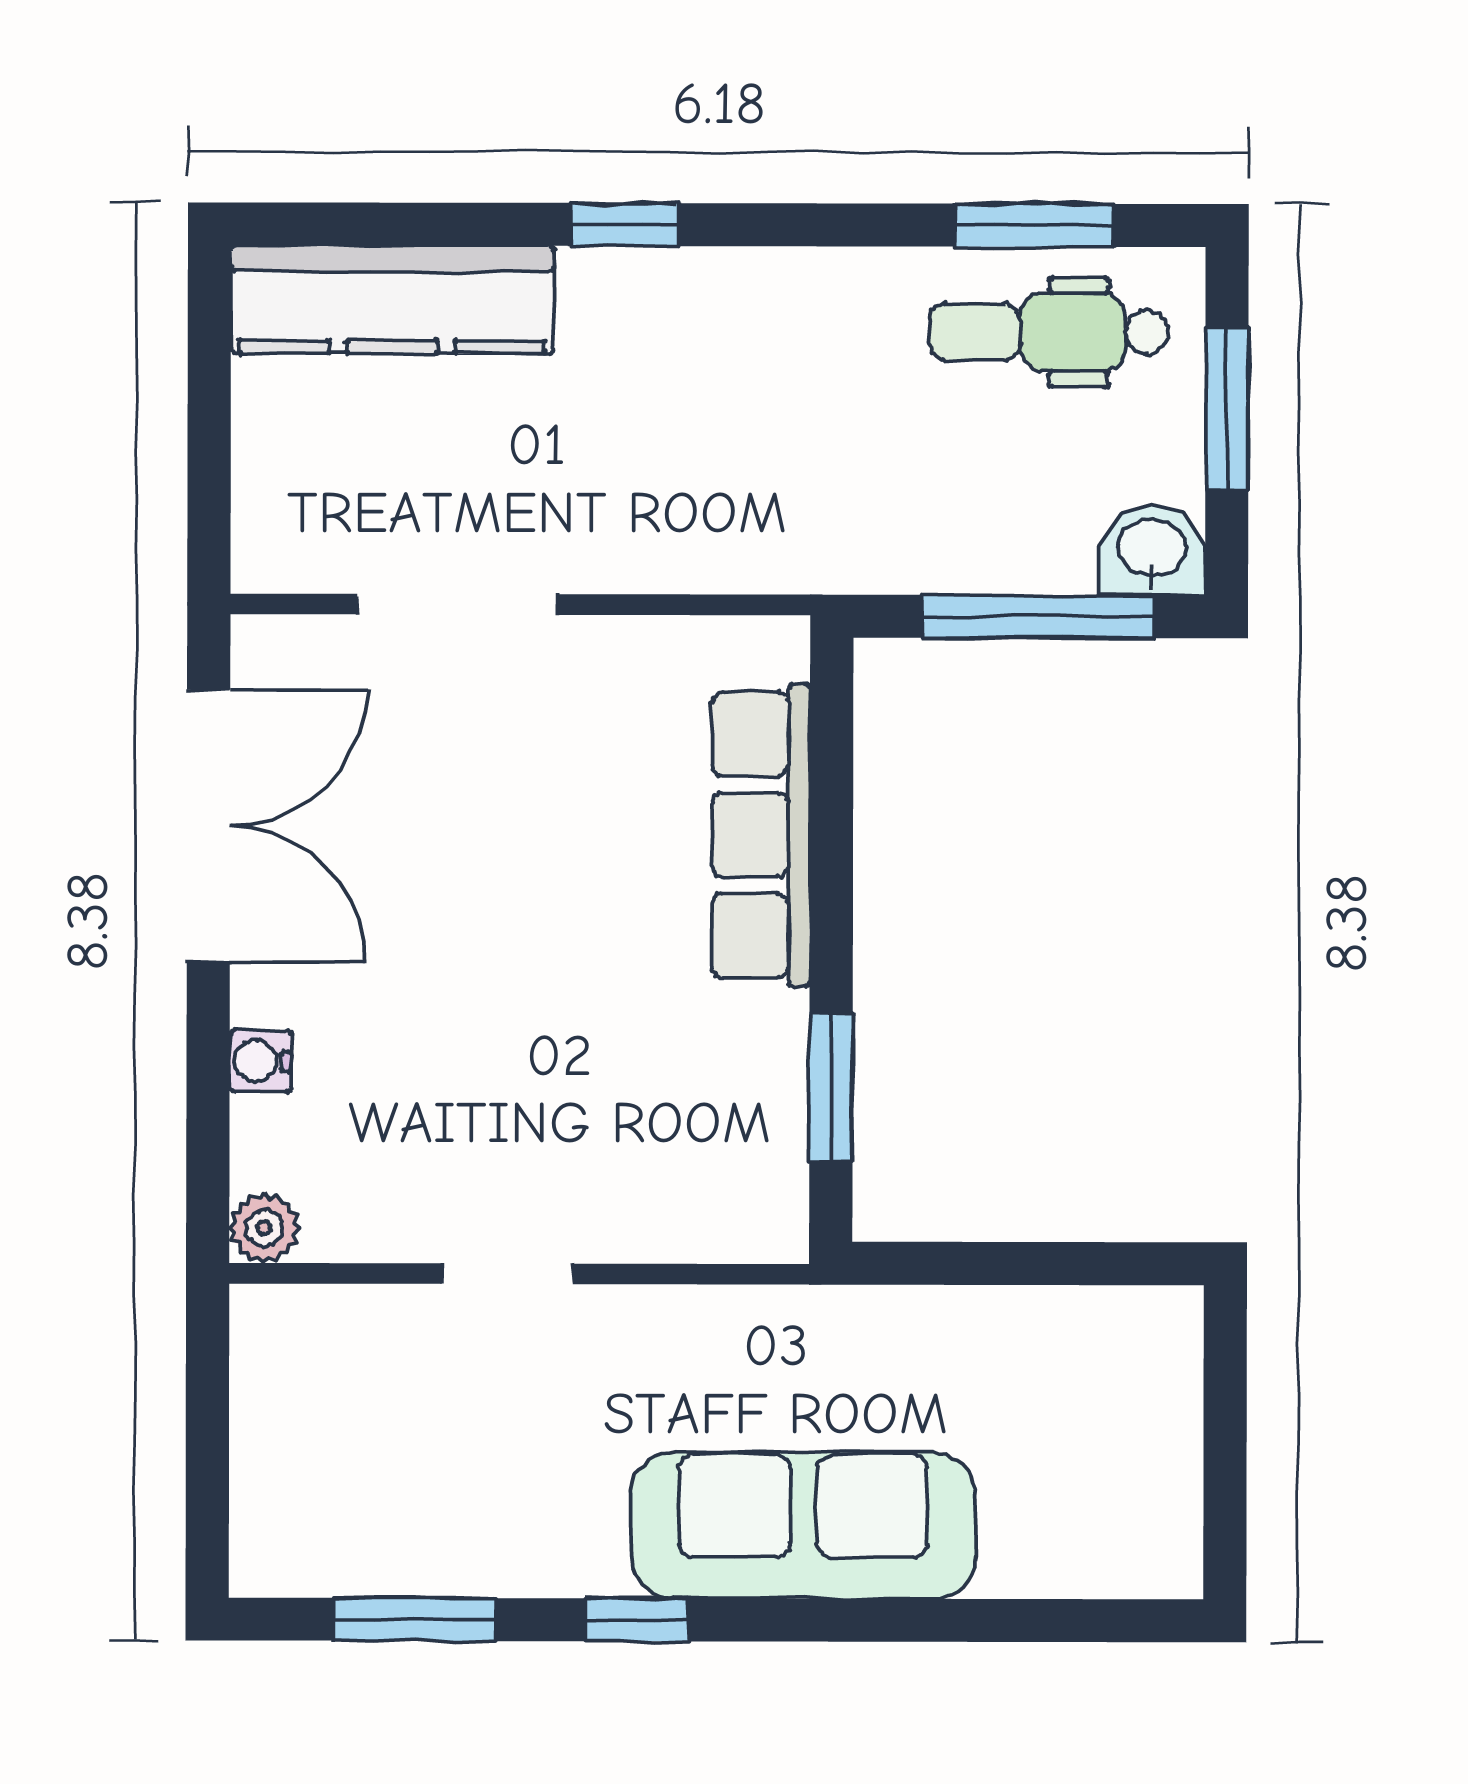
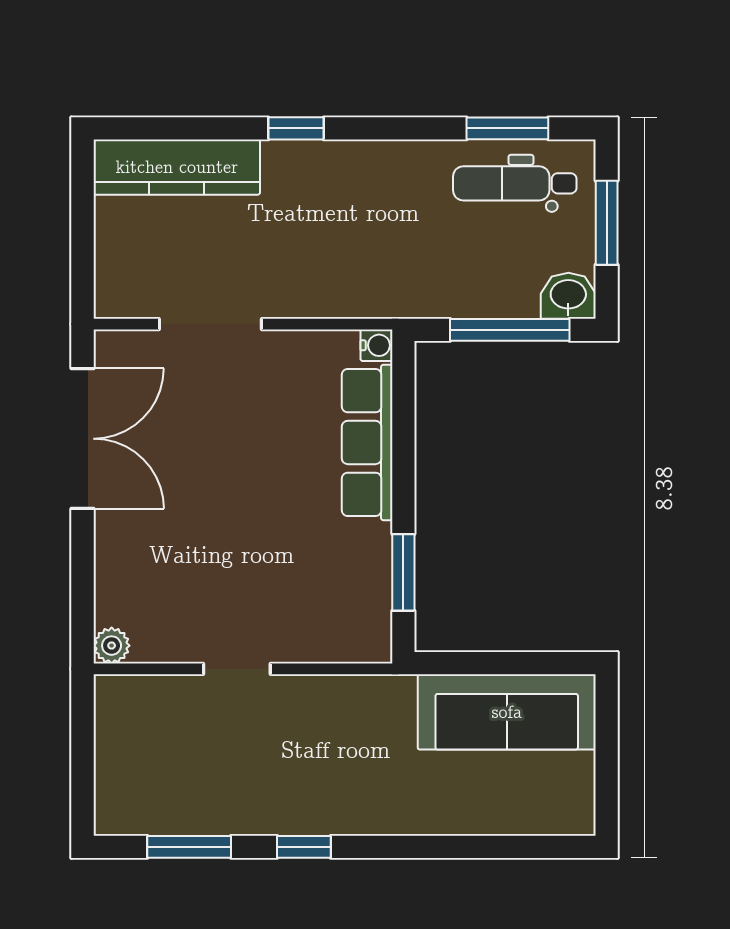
water cooler: (260, 1061) -> (376, 345), moved, turned 180
sofa: (803, 1525) -> (507, 712), moved, turned 180

